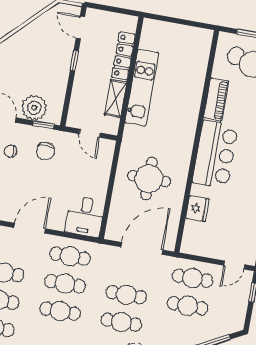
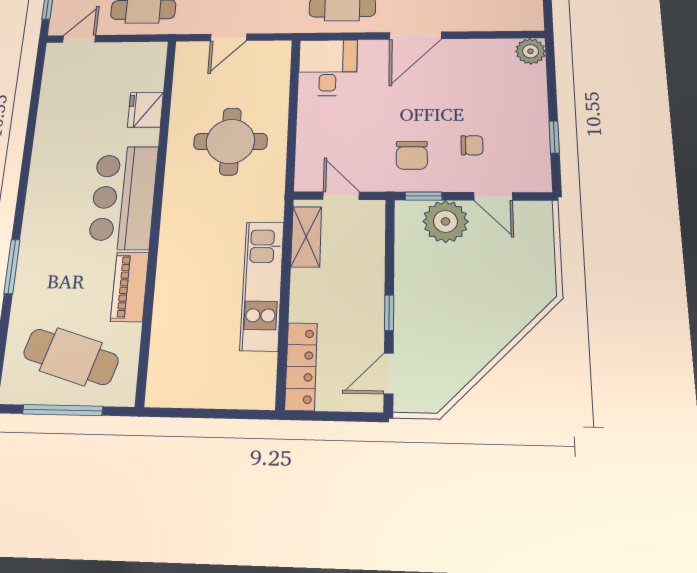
door: (80, 27) -> (389, 374), swing flipped
locker: (123, 56) -> (301, 366), moved
shelving: (116, 99) -> (306, 237), moved
chair: (46, 151) -> (412, 155), turned 180
door: (142, 248) -> (229, 37), width x0.53

